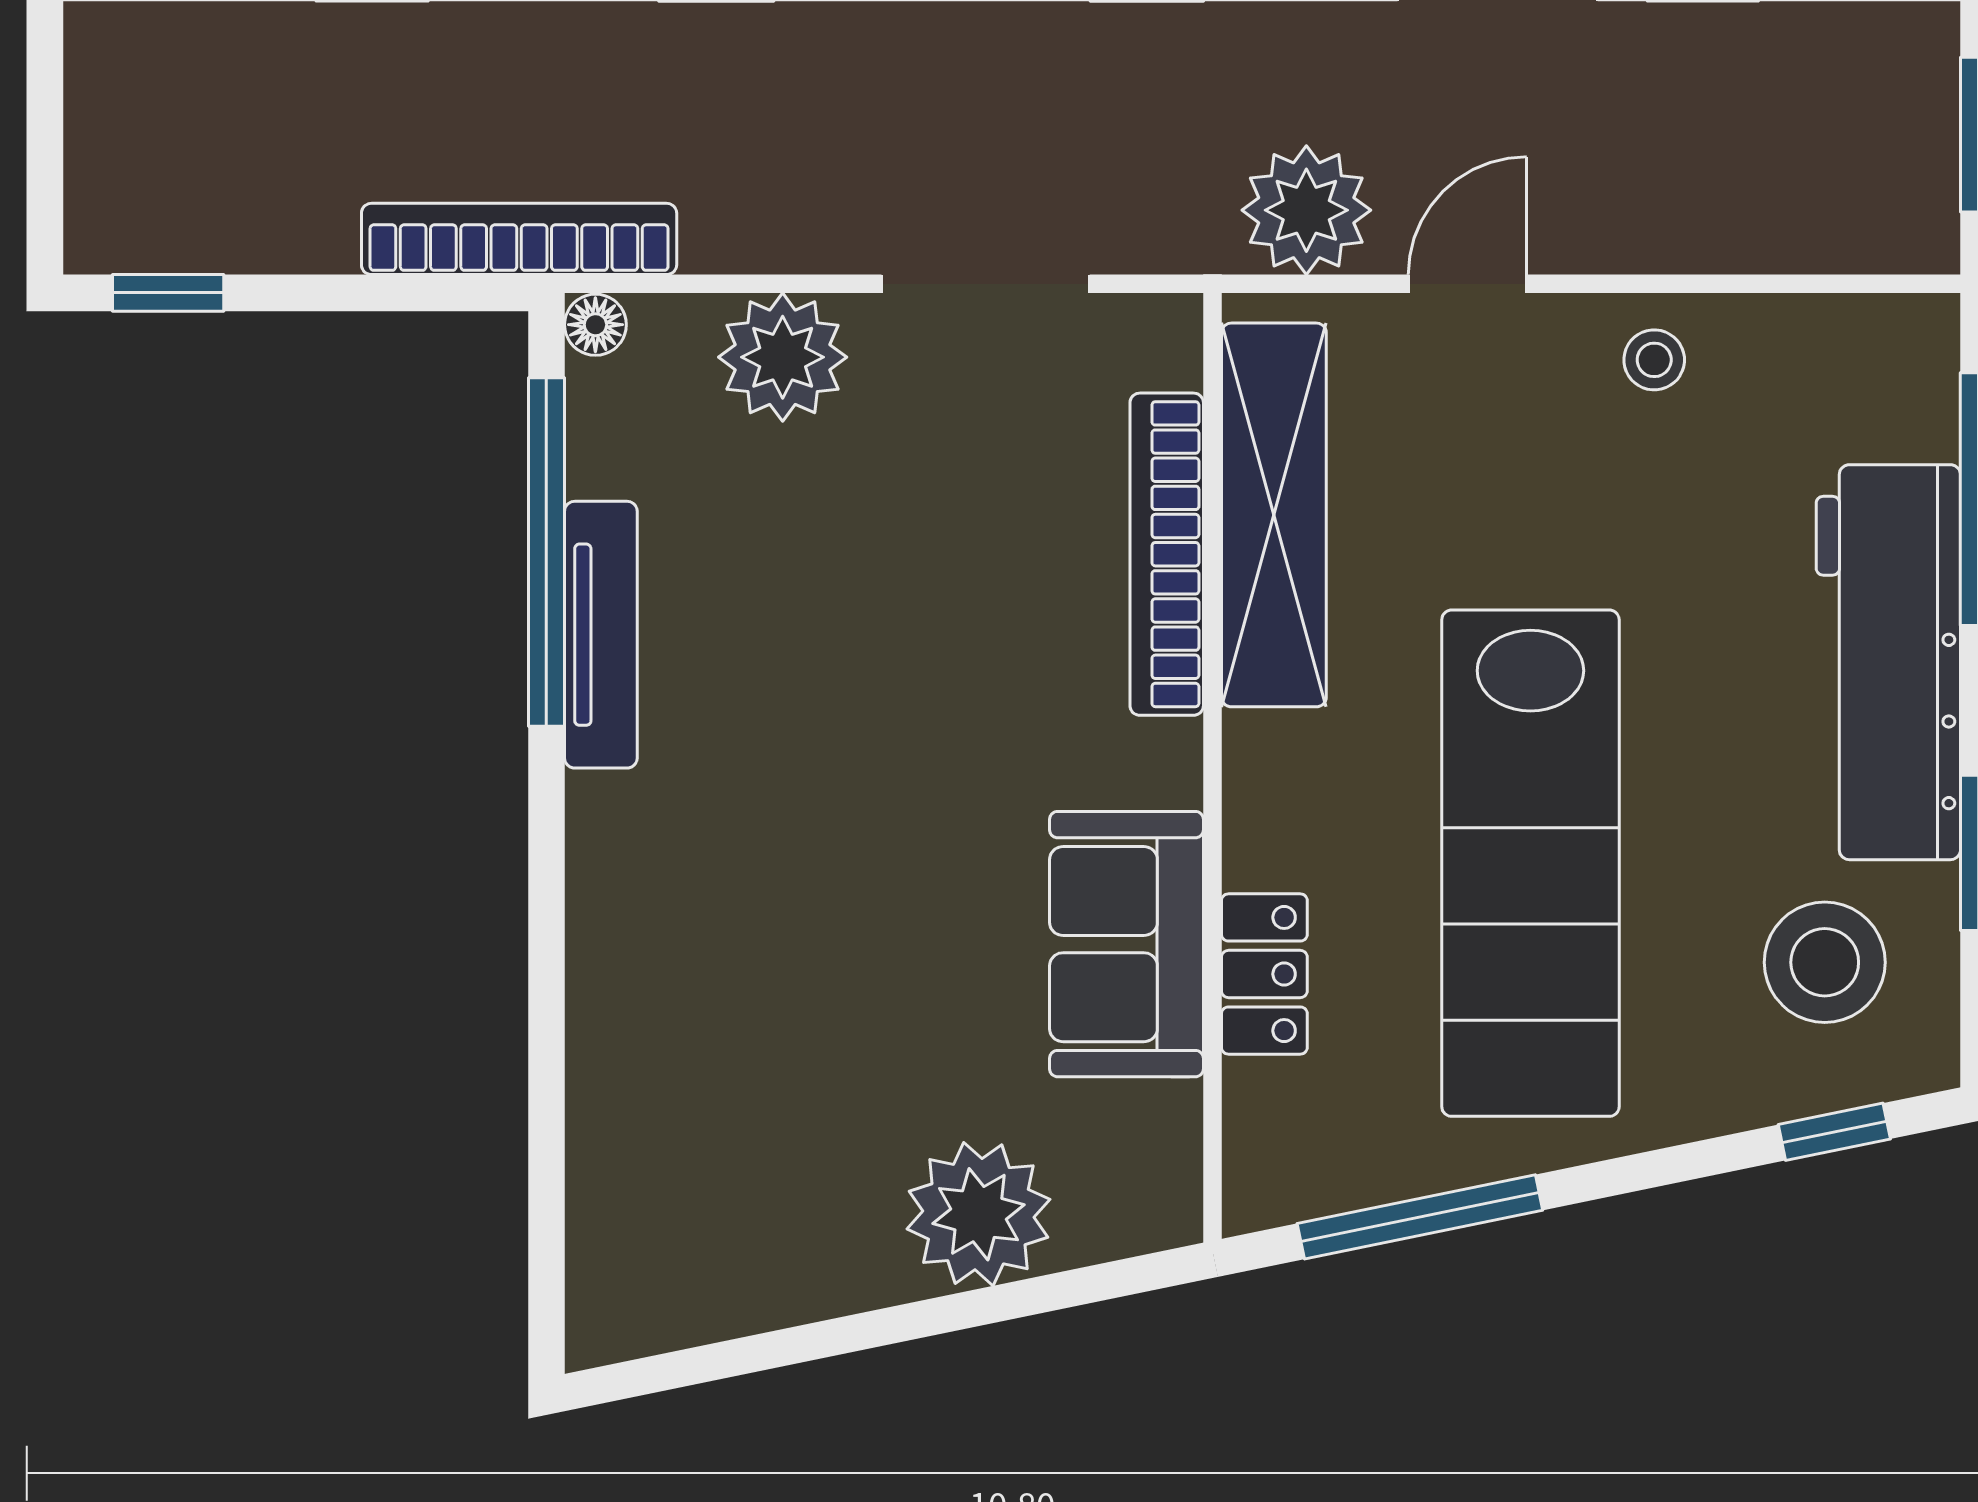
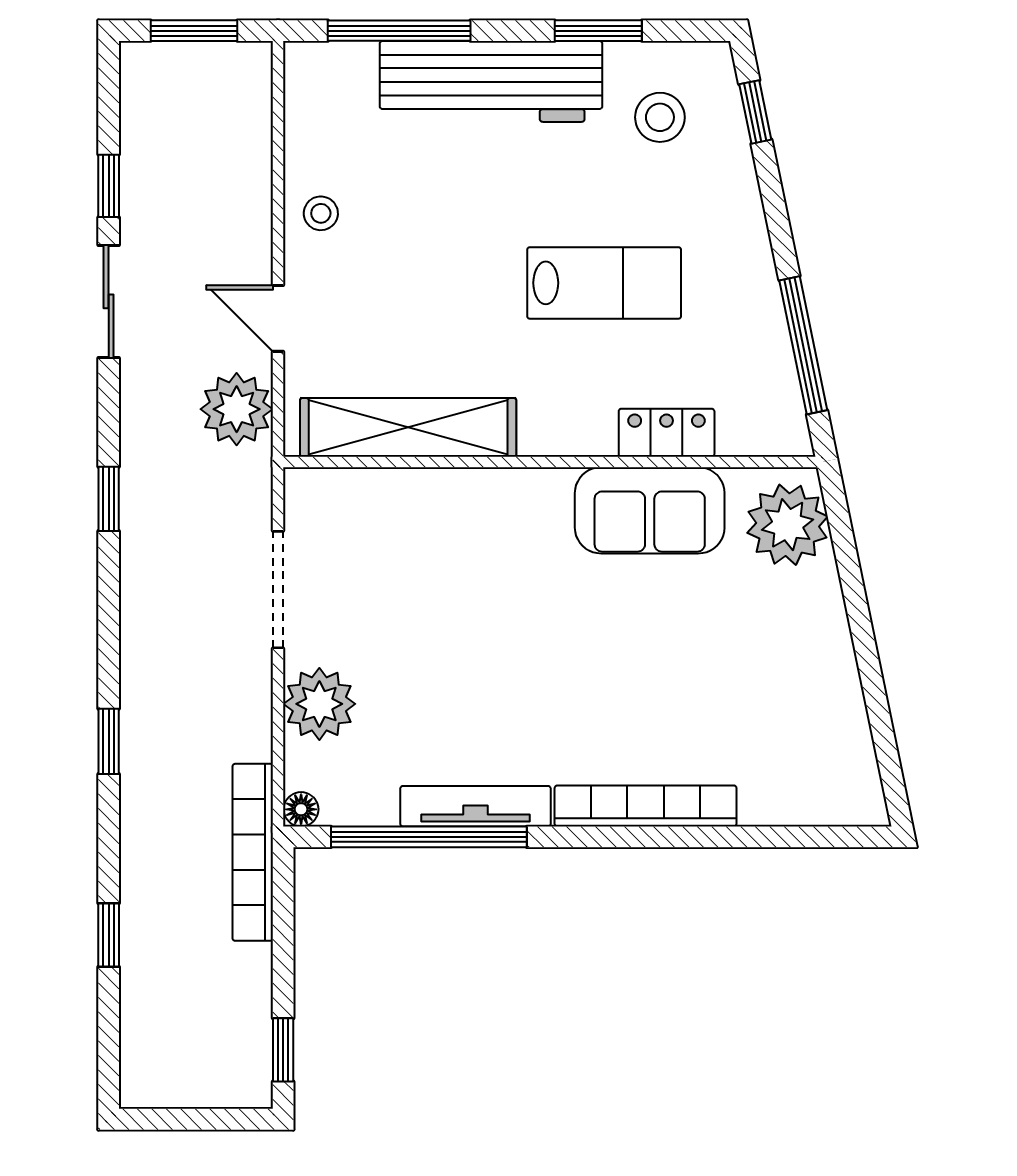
bookcase: (1167, 554) -> (646, 806), moved, turned 180
lab bench: (1530, 863) -> (604, 283), width x0.54, depth x0.72
stool: (1825, 962) -> (660, 117), width x0.73, depth x0.73
plant: (978, 1214) -> (788, 525), moved

